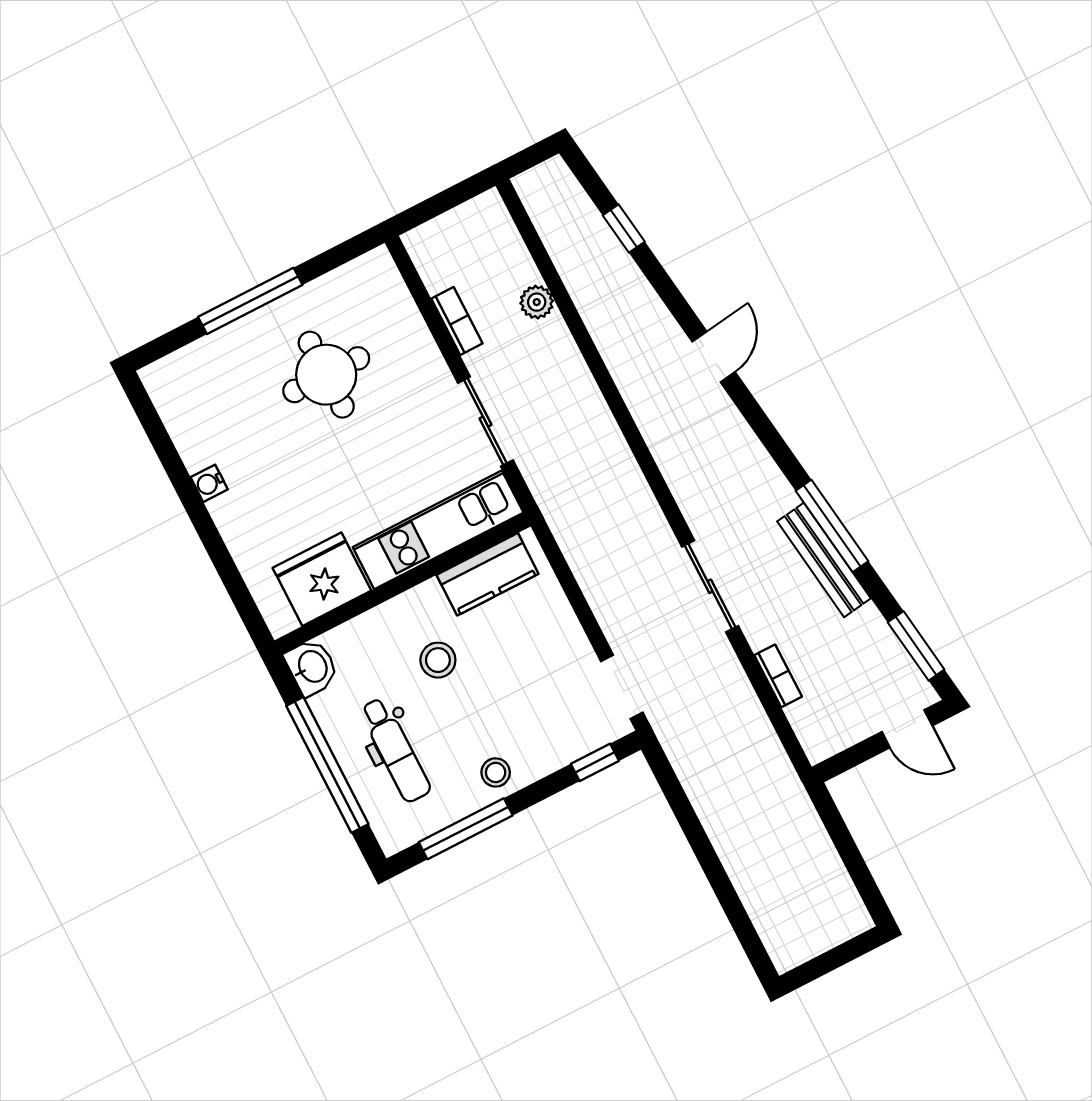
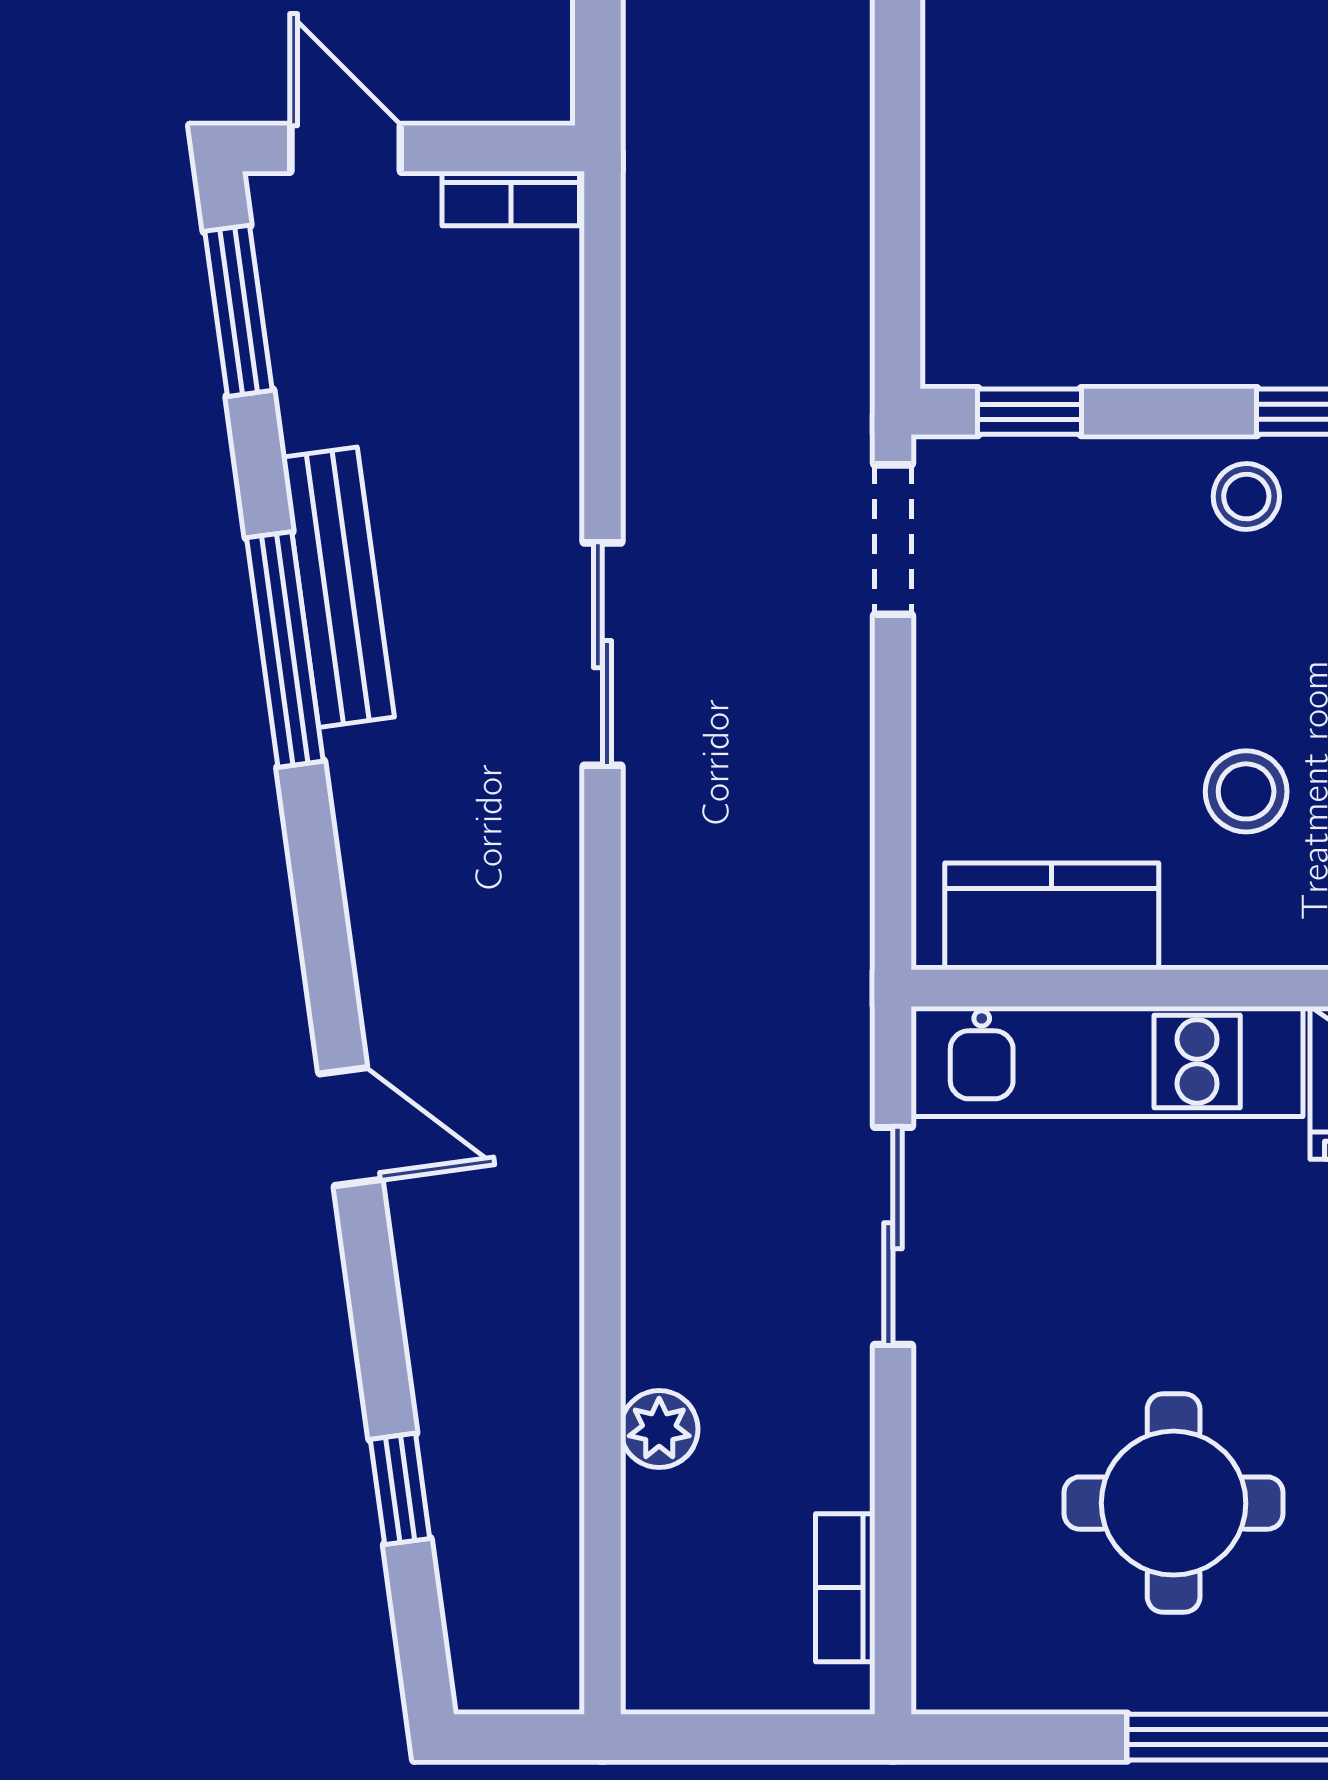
bookcase: (457, 321) -> (845, 1588), moved
door: (714, 357) -> (350, 1127), swing flipped
bookcase: (778, 676) -> (511, 199), moved, turned -90

